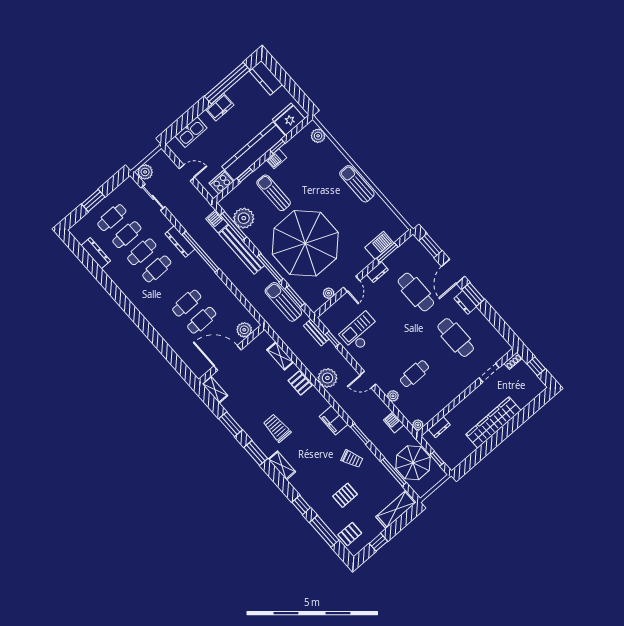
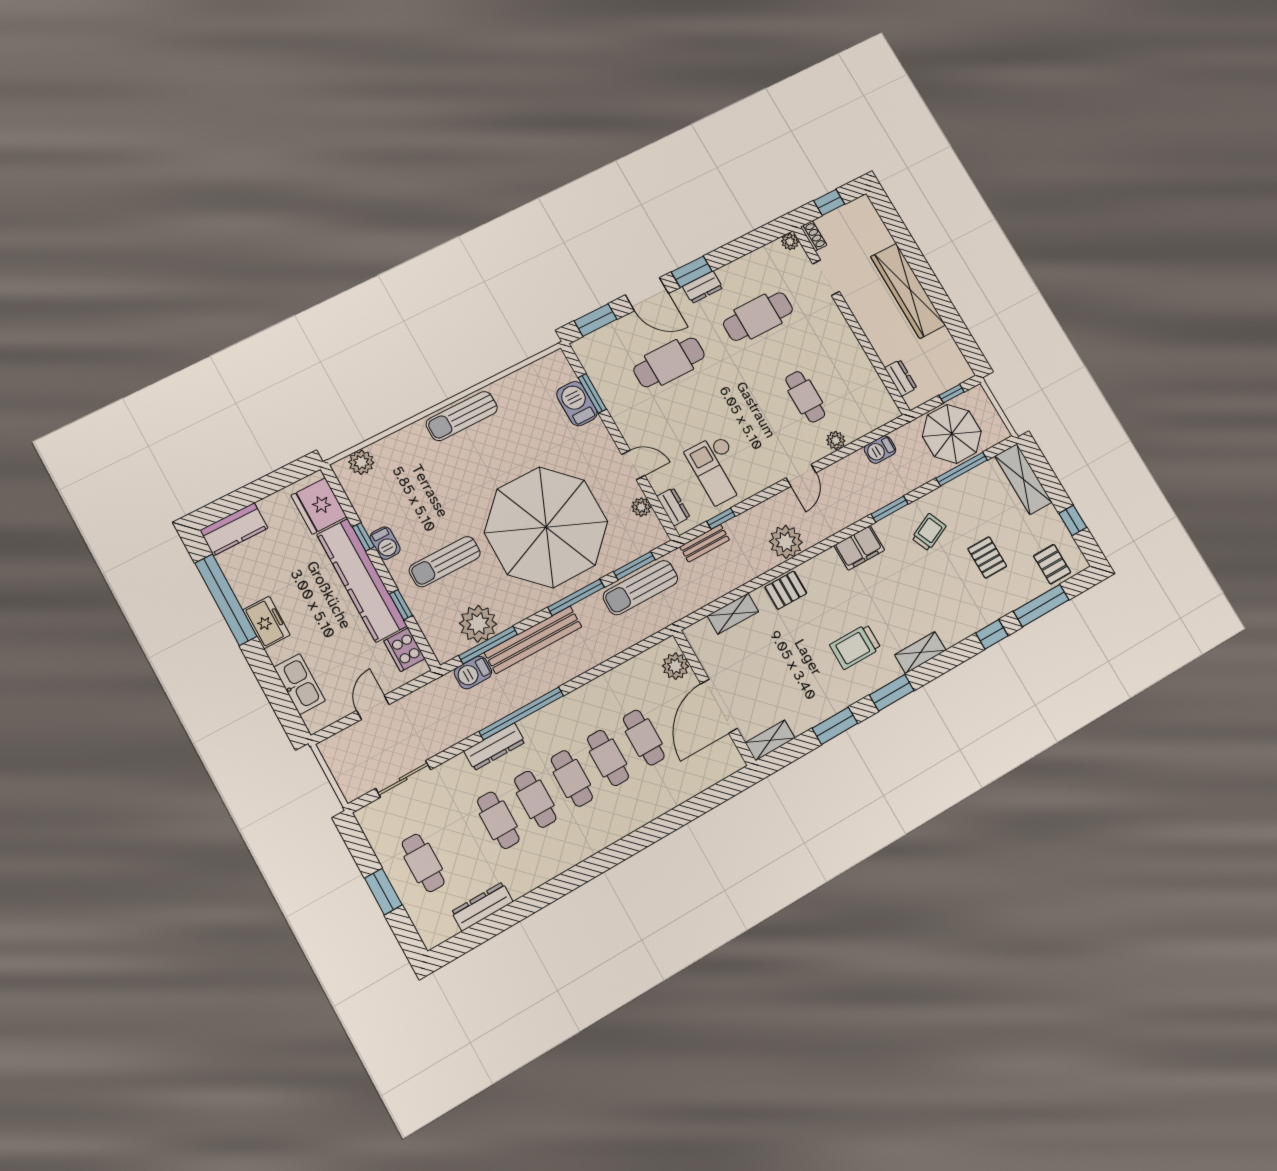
plant: (145, 172) -> (353, 784), removed
cafe table: (127, 235) -> (572, 778), moved
dresser: (377, 272) -> (673, 507), moved
plant: (418, 425) -> (790, 242), moved

